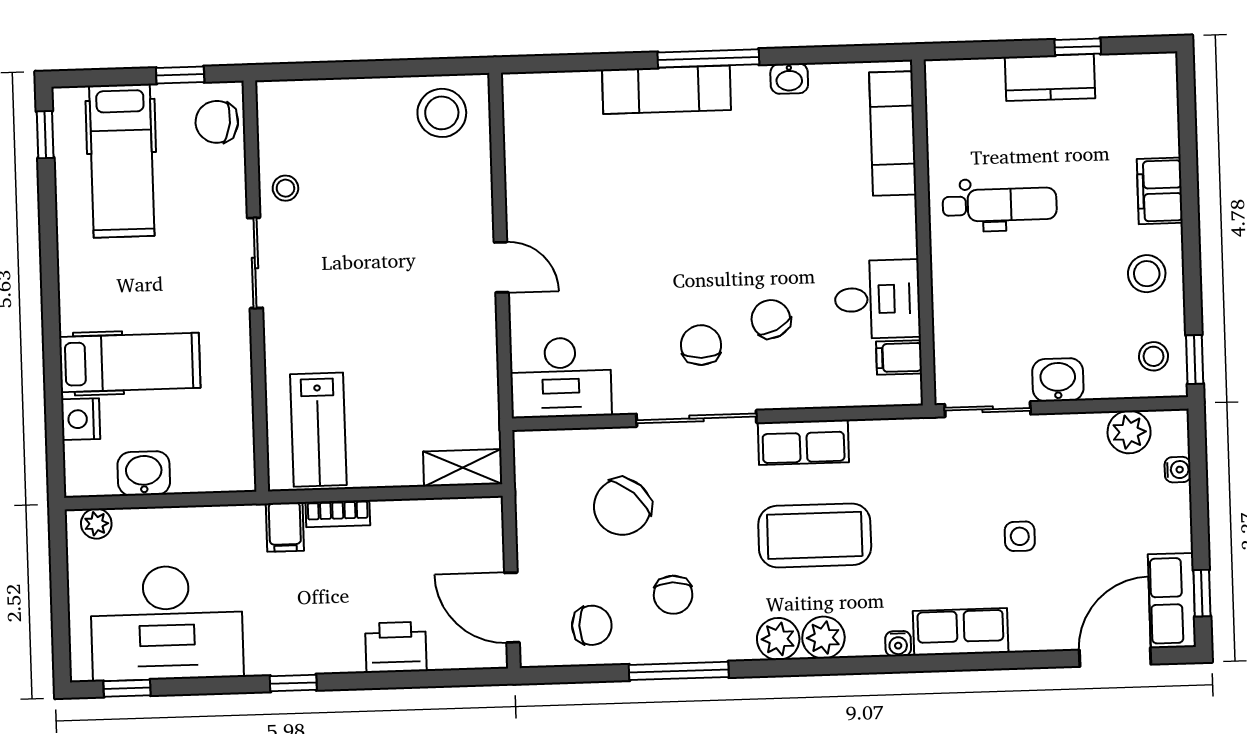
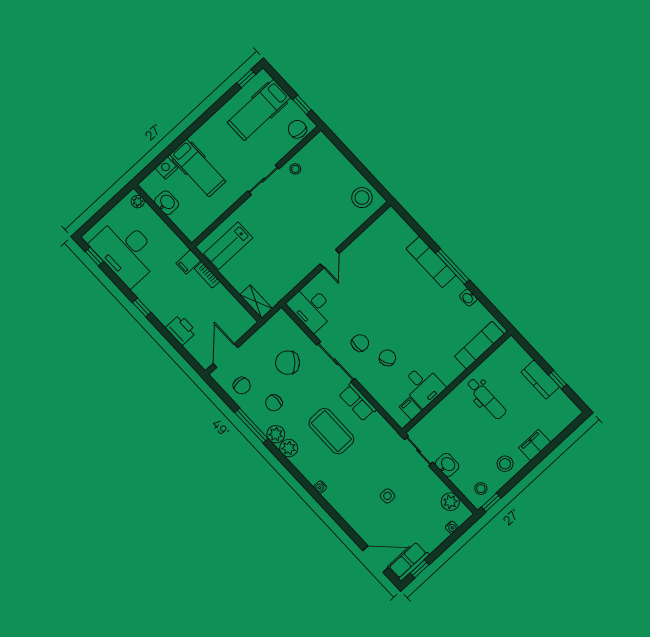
row of seats: (961, 632) -> (341, 504), removed
plant: (823, 638) -> (276, 434), moved

